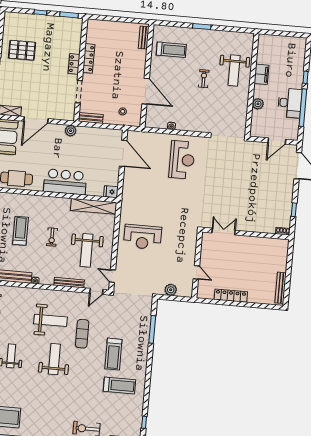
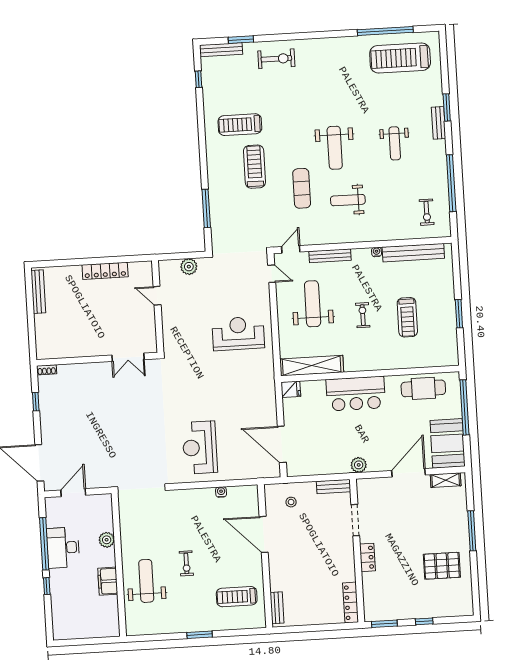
locker: (89, 58) -> (351, 603), moved
weight bench: (50, 320) -> (348, 200), width x0.73, depth x0.75

